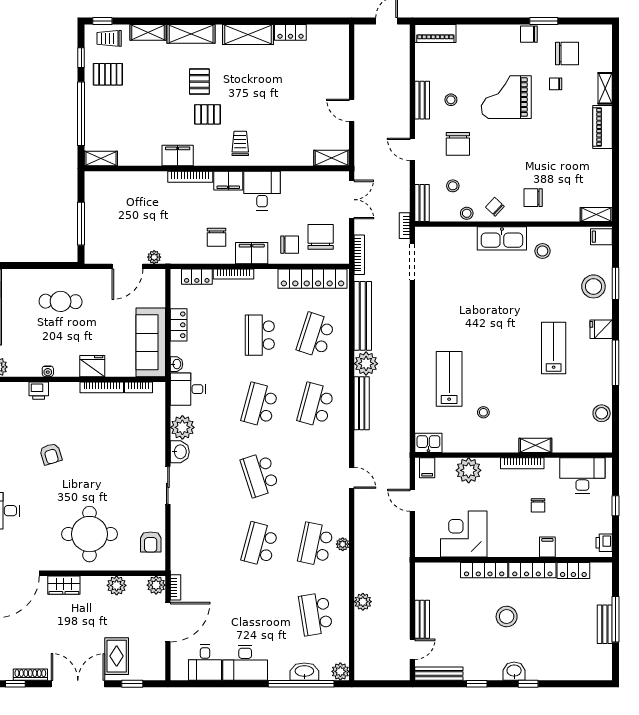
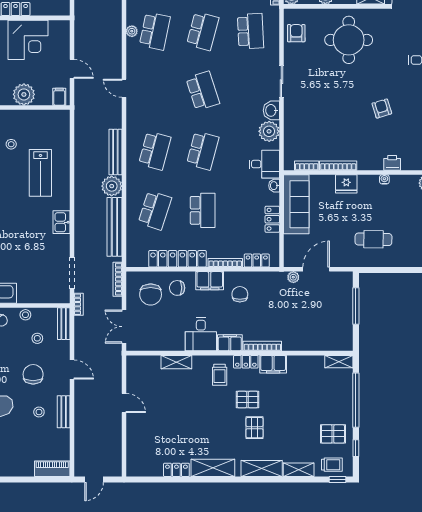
locker: (209, 158) -> (246, 362), added
shelving: (332, 158) -> (176, 362), moved
locker: (312, 279) -> (178, 259), moved
kitchen sink: (428, 443) -> (61, 222), moved, turned 90
school desk: (204, 544) -> (251, 31), added

